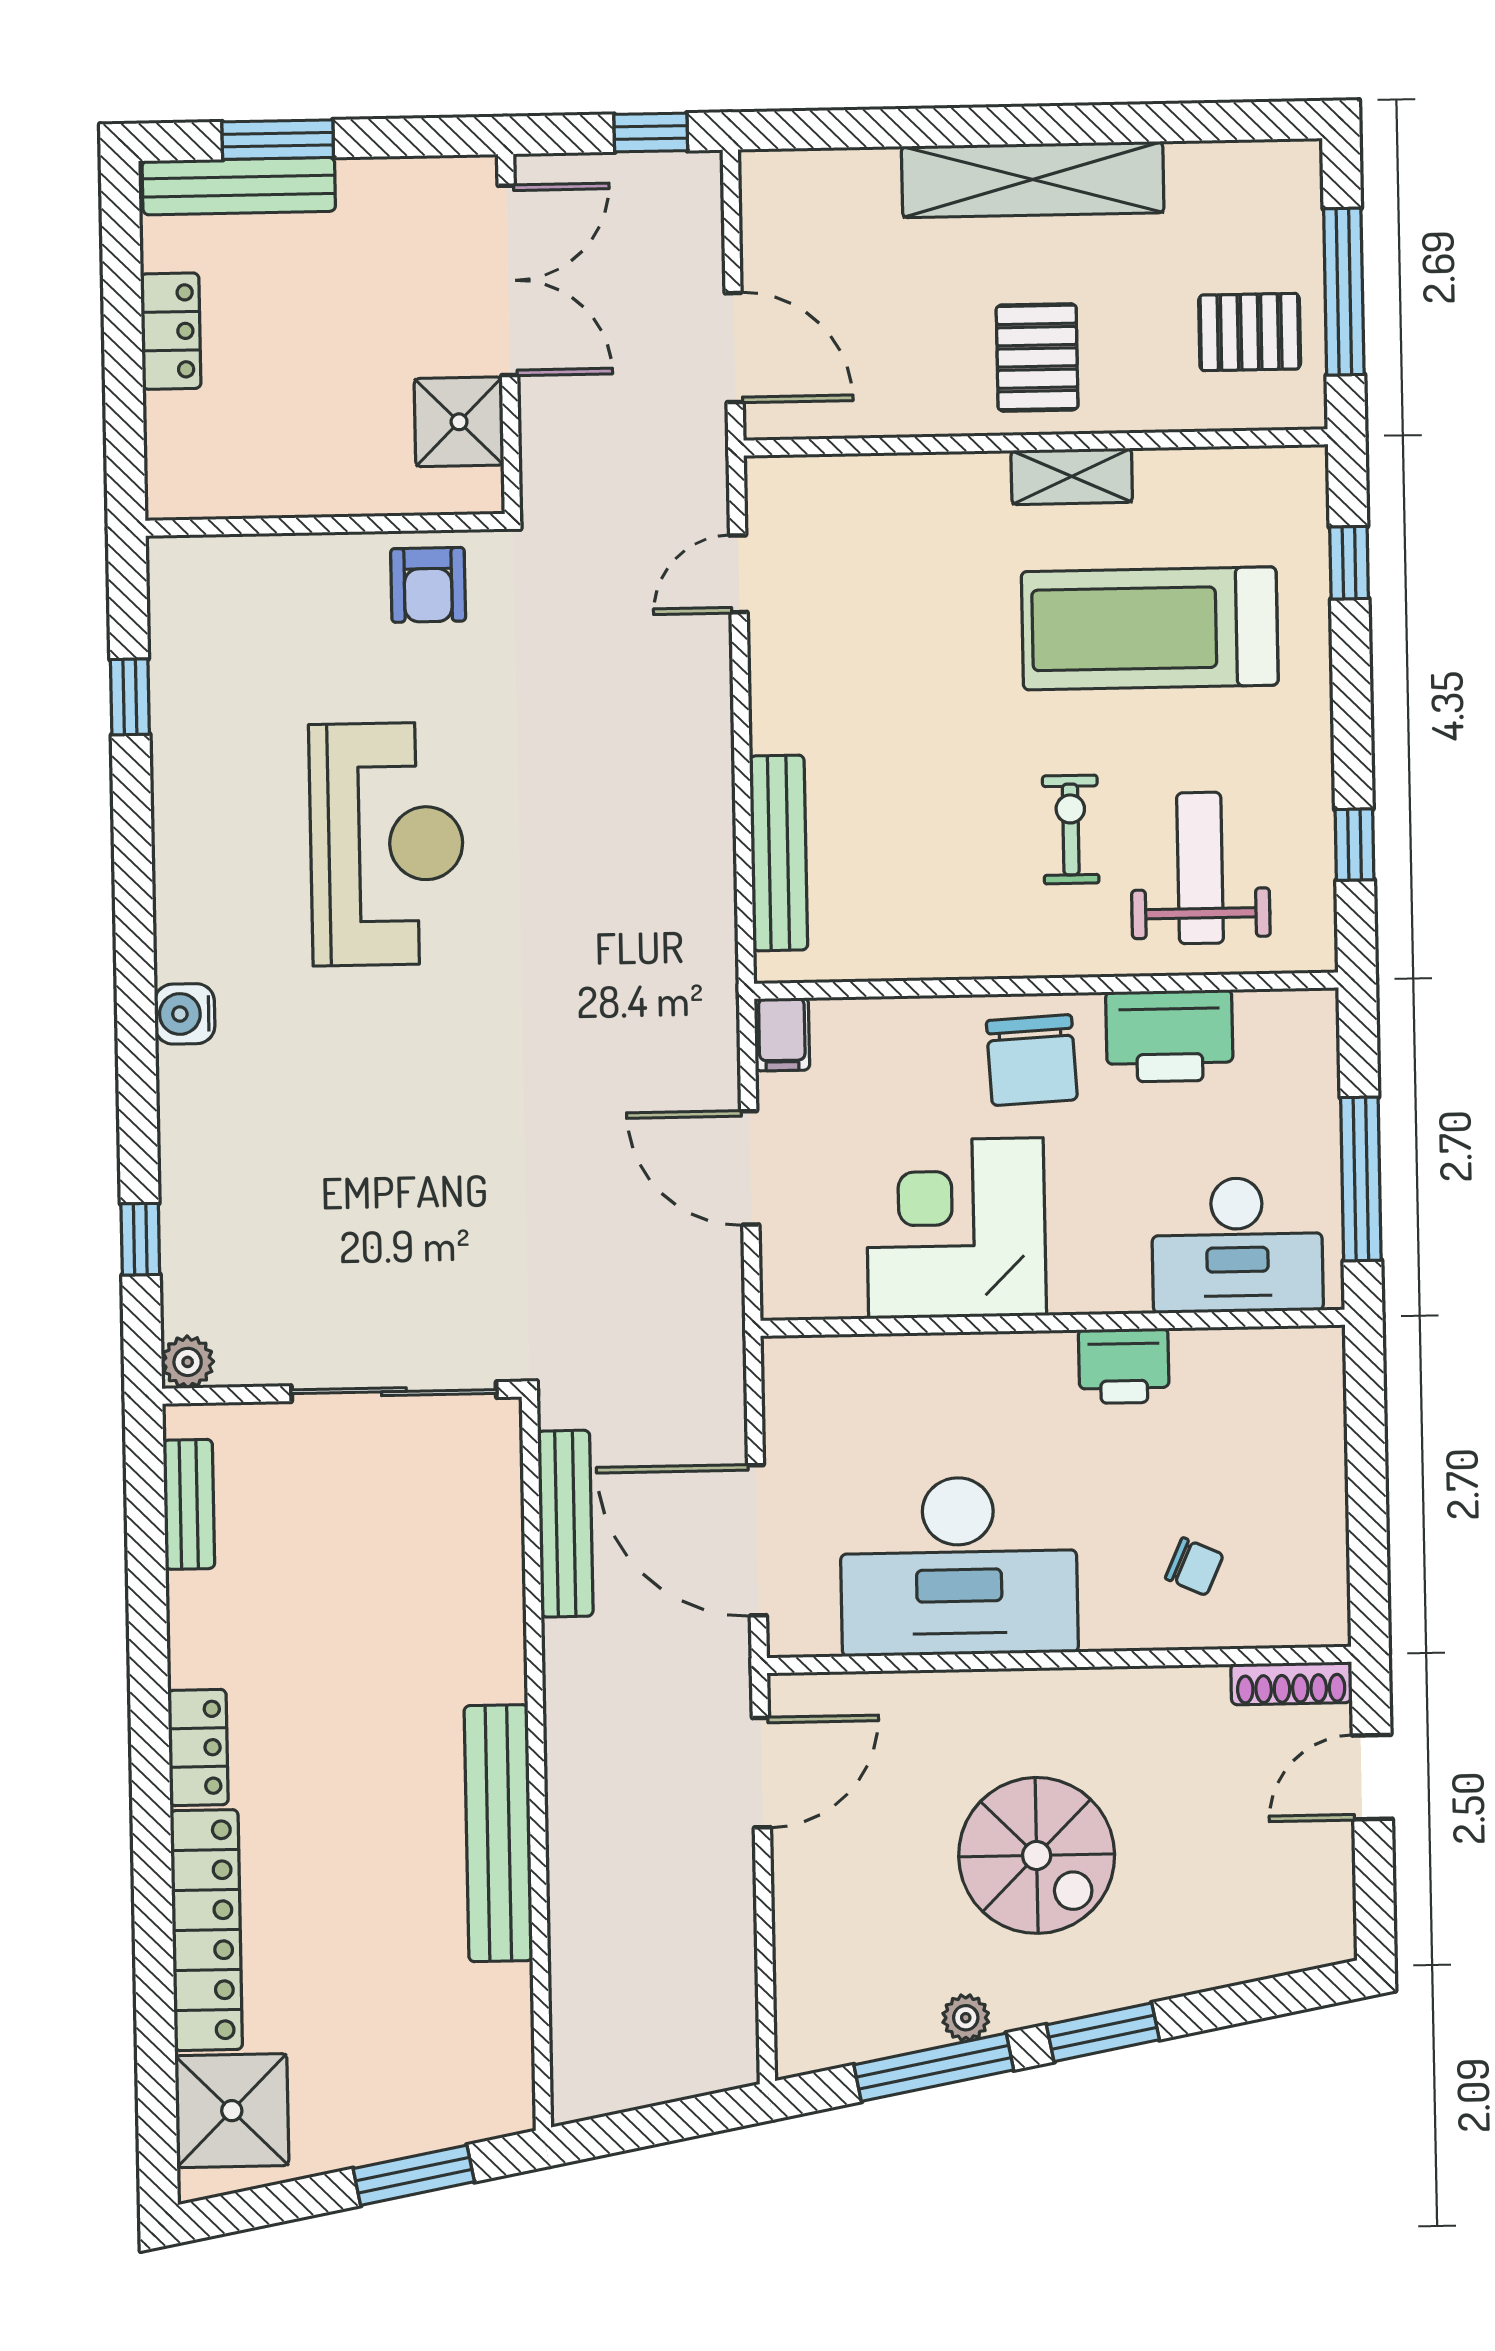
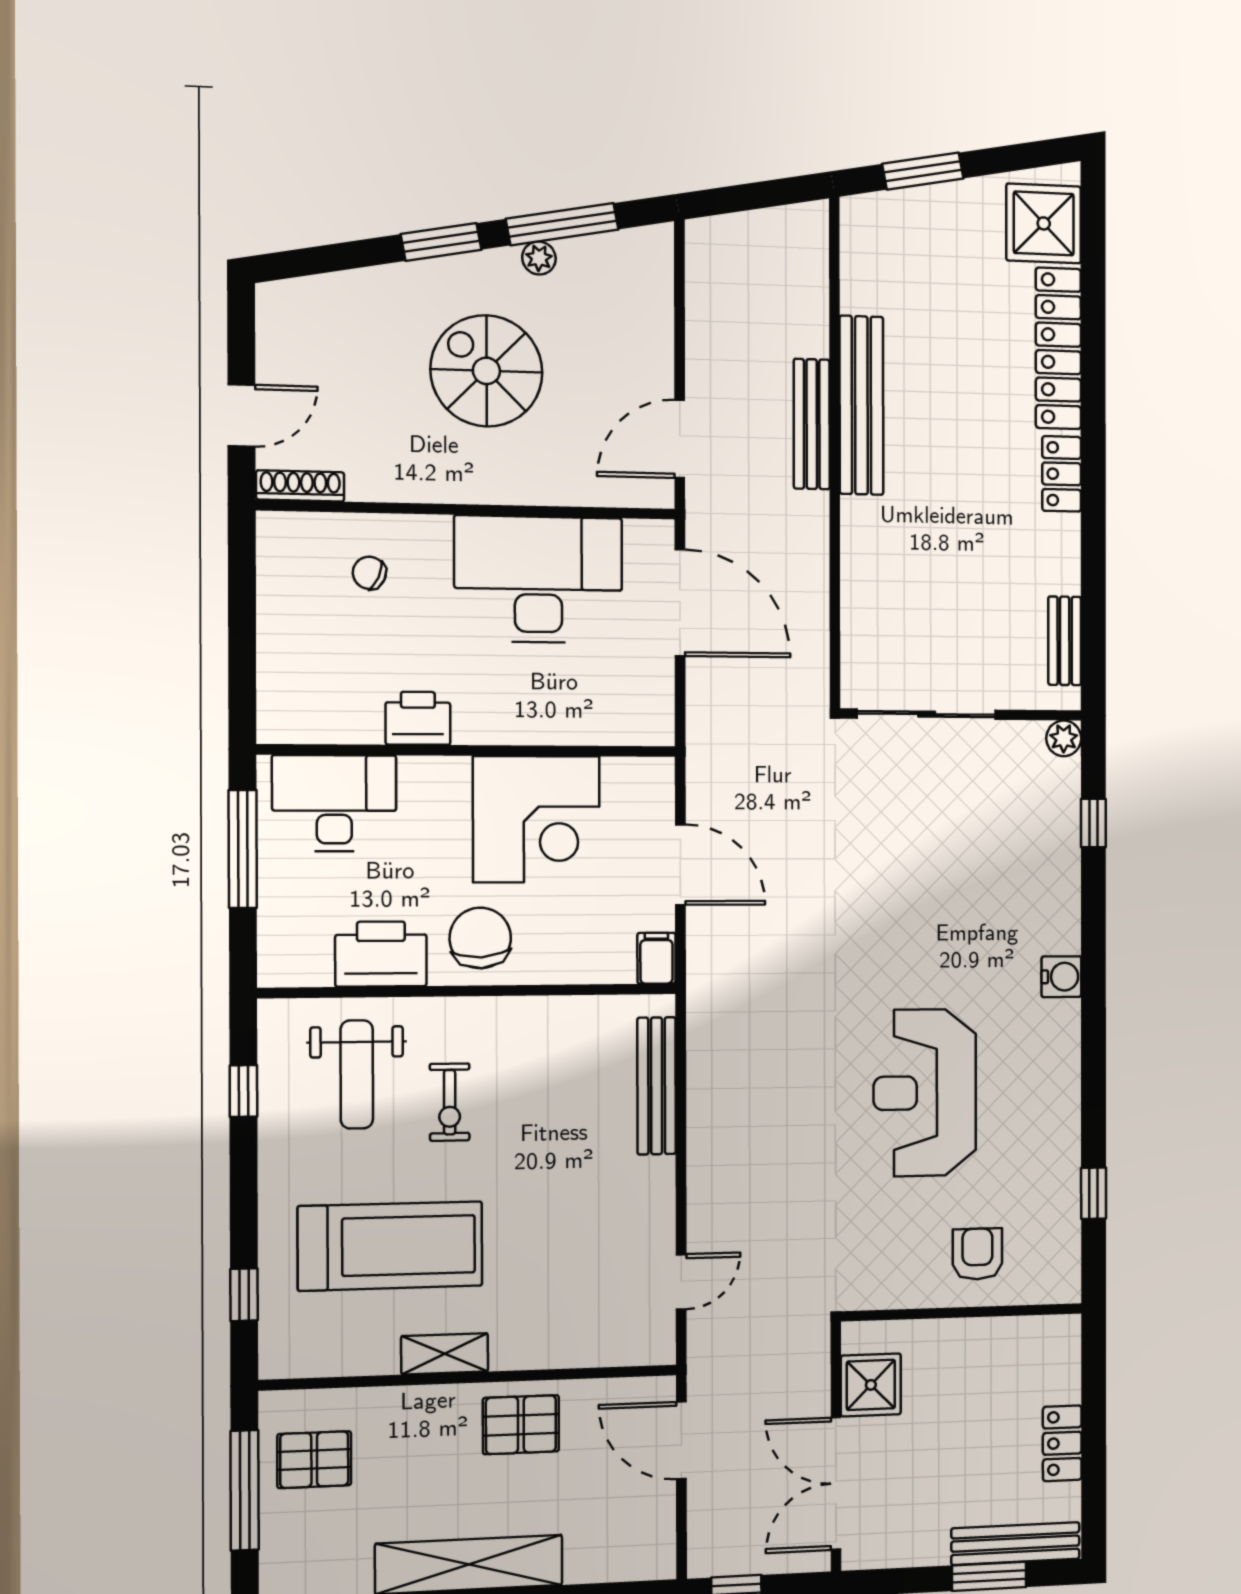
pallet: (1037, 357) -> (521, 1425), moved, turned 90
armchair: (428, 585) -> (977, 1254), moved
bench: (565, 1524) -> (812, 424), moved

